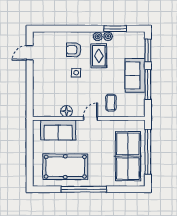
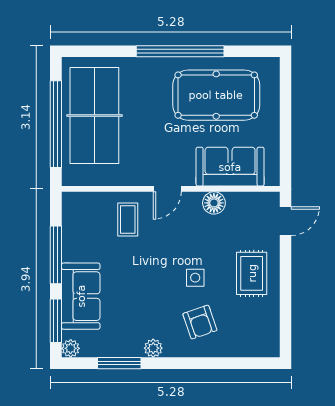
plant: (108, 36) -> (71, 348), moved
armchair: (74, 50) -> (200, 322), turned 71
door: (30, 53) -> (285, 221), moved
rug: (99, 56) -> (252, 273), moved
sofa: (135, 75) -> (81, 296), moved

